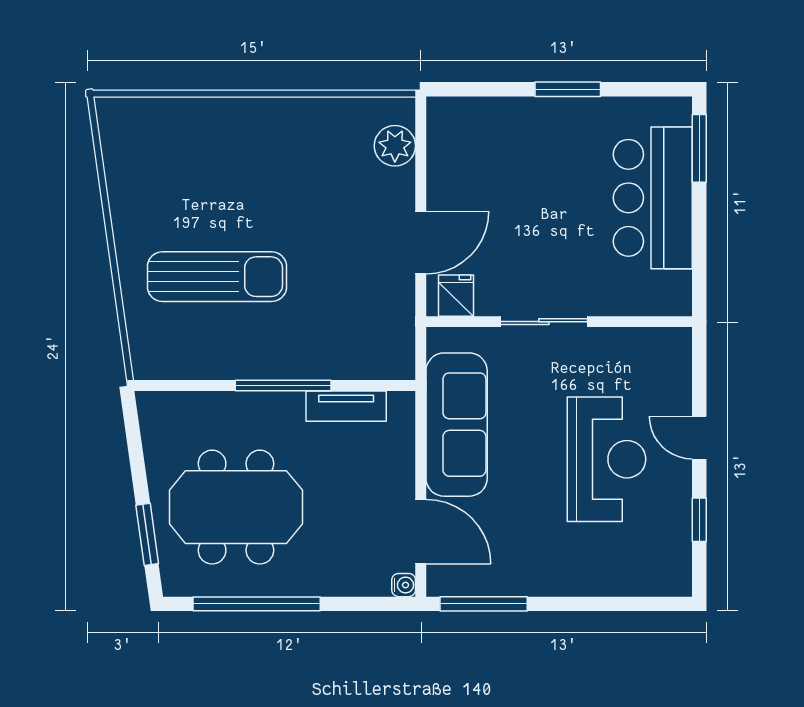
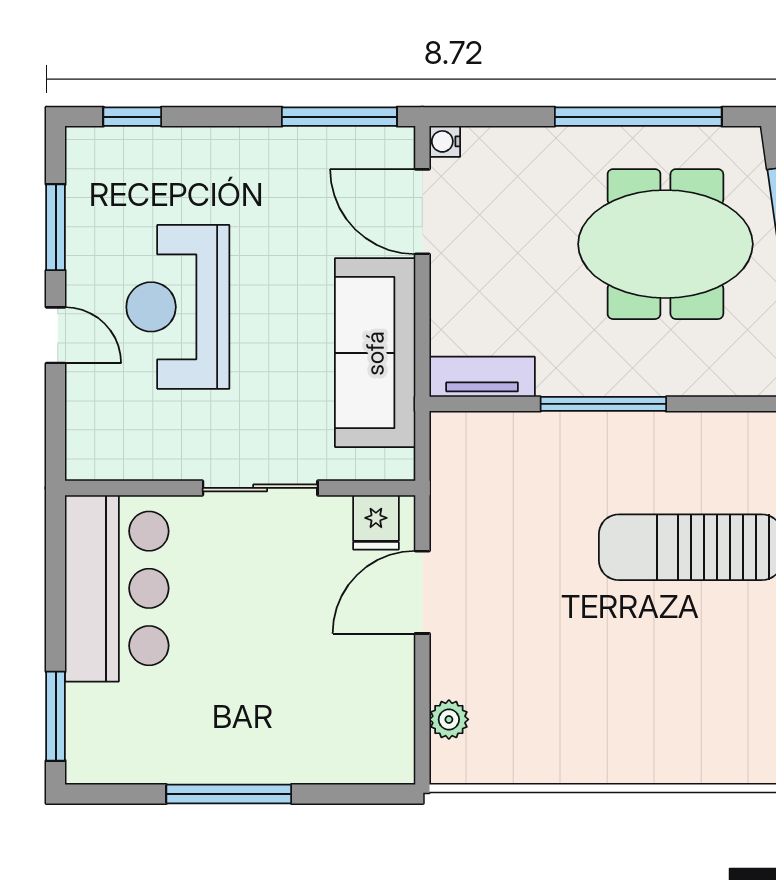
window: (568, 89) -> (229, 794), width x1.44
plant: (395, 146) -> (449, 719), width x0.73, depth x0.73
bar counter: (653, 198) -> (117, 588), moved
tv unit: (346, 406) -> (482, 377), moved
window: (699, 520) -> (56, 227), width x1.50
window: (641, 604) -> (132, 117), added

